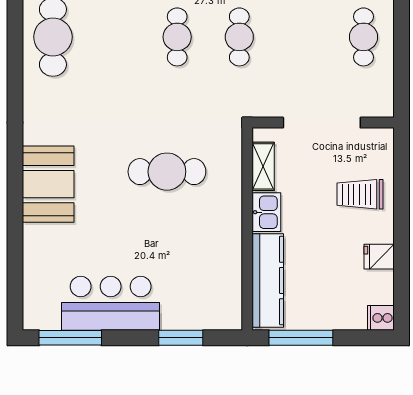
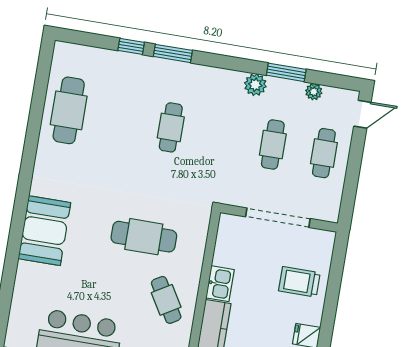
cafe table: (239, 37) -> (273, 145), moved
shelving: (263, 166) -> (224, 246), removed
cafe table: (206, 242) -> (166, 300), added

